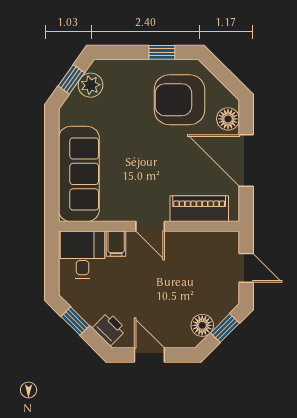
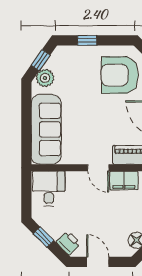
window: (162, 52) -> (87, 40), moved
plant: (91, 85) -> (45, 78), moved
filing cabinet: (116, 244) -> (124, 180), moved, width x2.00

